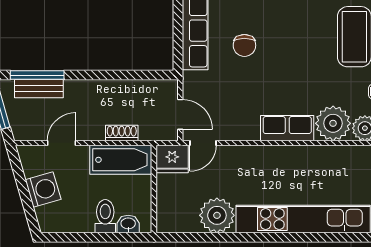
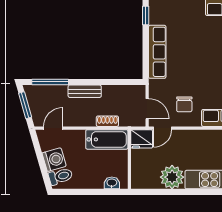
chair: (244, 45) -> (184, 104), moved
bench: (39, 89) -> (85, 91), moved
door: (61, 143) -> (53, 128), moved
toilet: (105, 216) -> (61, 176), moved, turned 74

